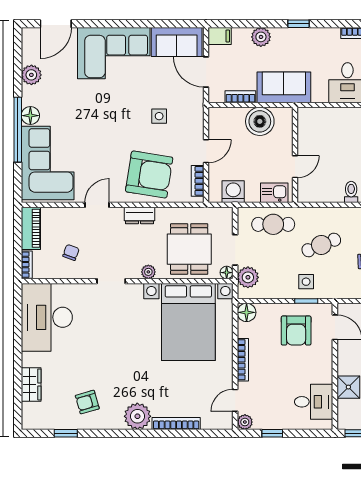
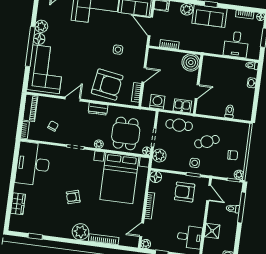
plant: (31, 75) -> (41, 26), moved
sofa: (284, 87) -> (209, 16), moved, turned 180
boiler: (260, 121) -> (191, 62), moved
armchair: (296, 331) -> (185, 192), turned 90
armchair: (87, 402) -> (73, 197), moved

